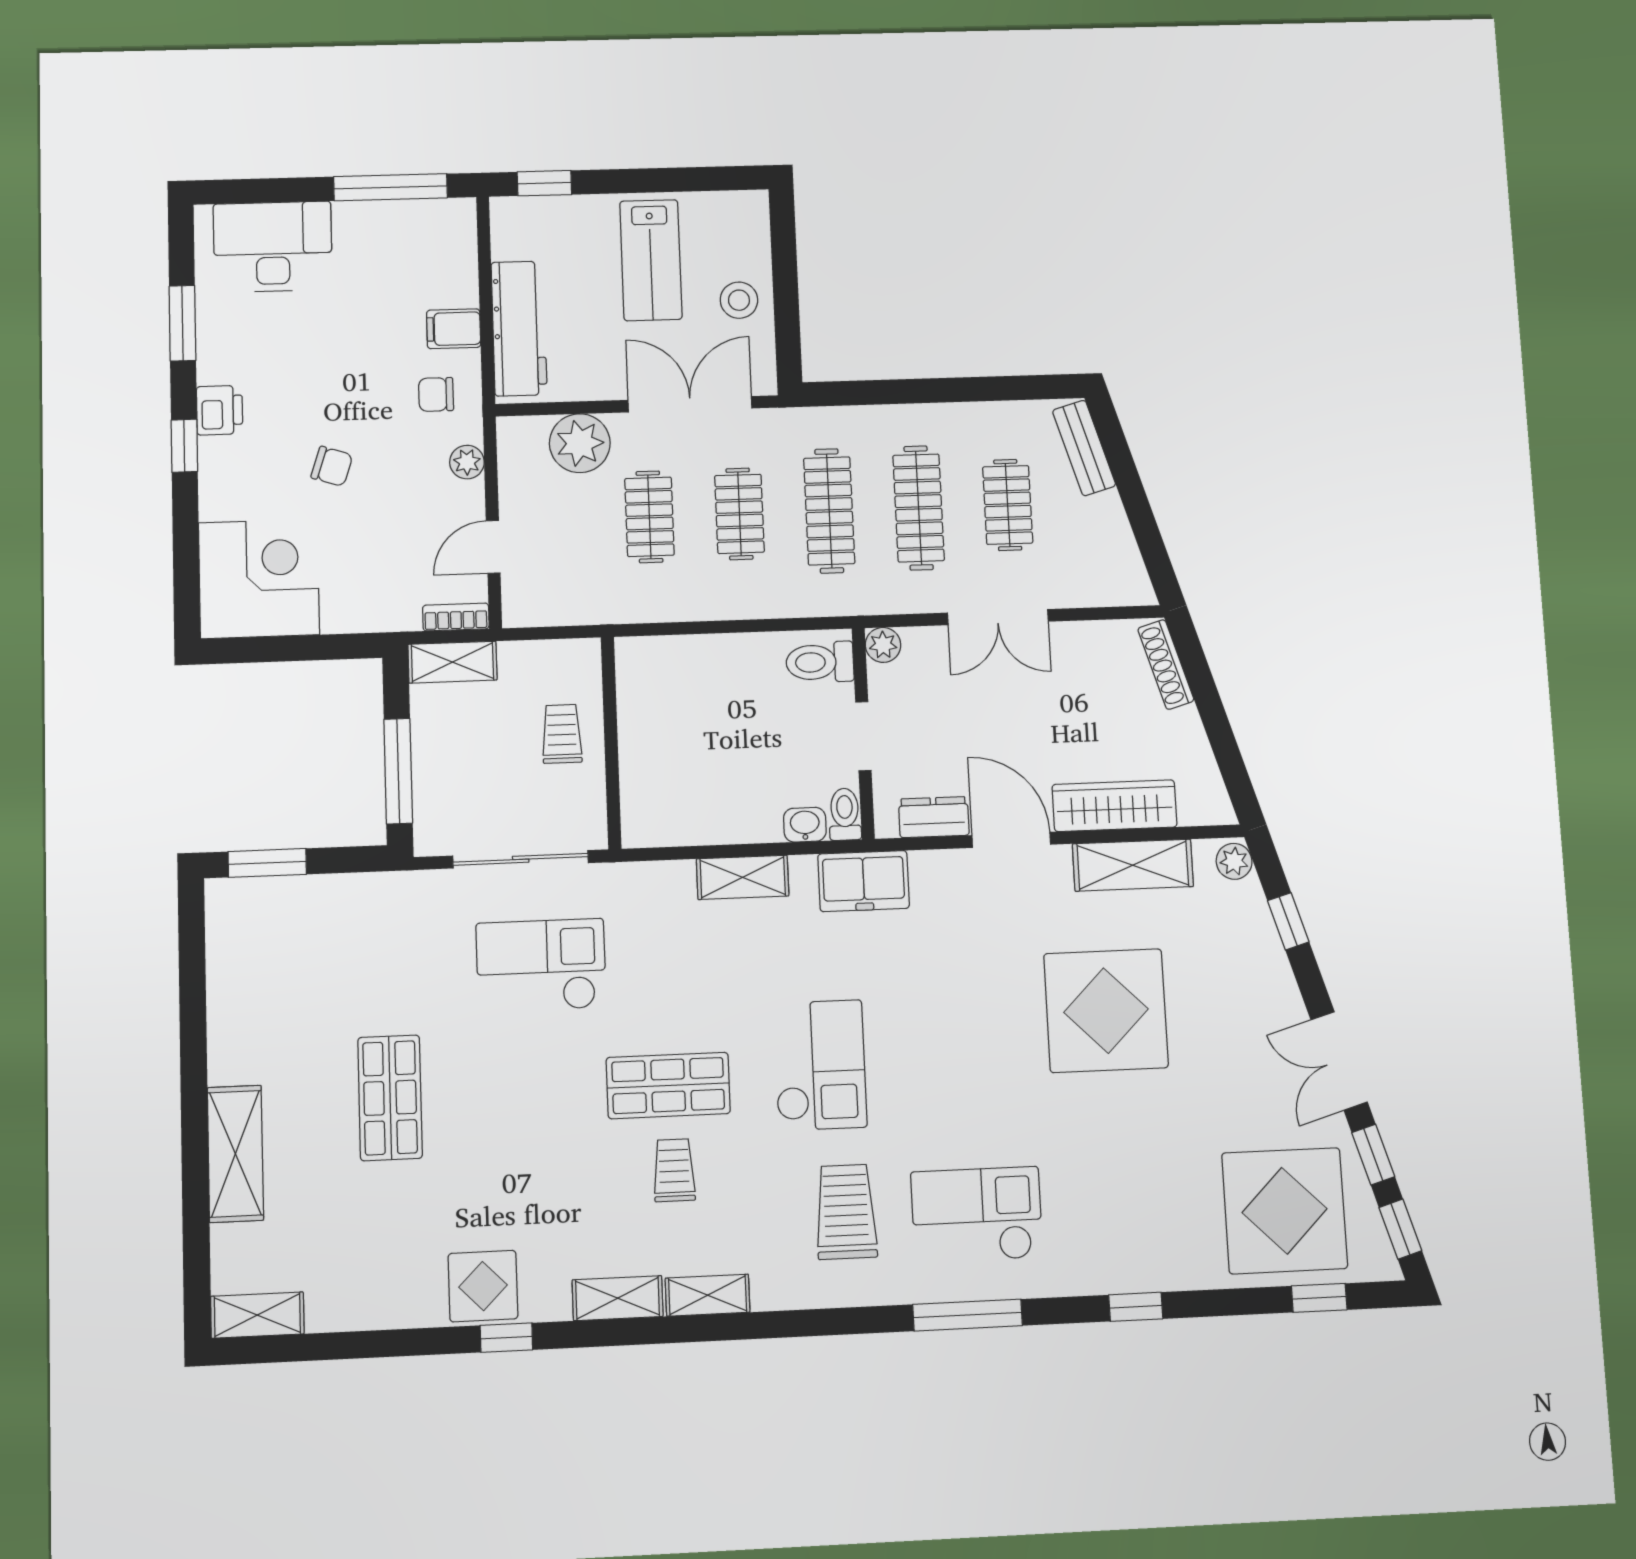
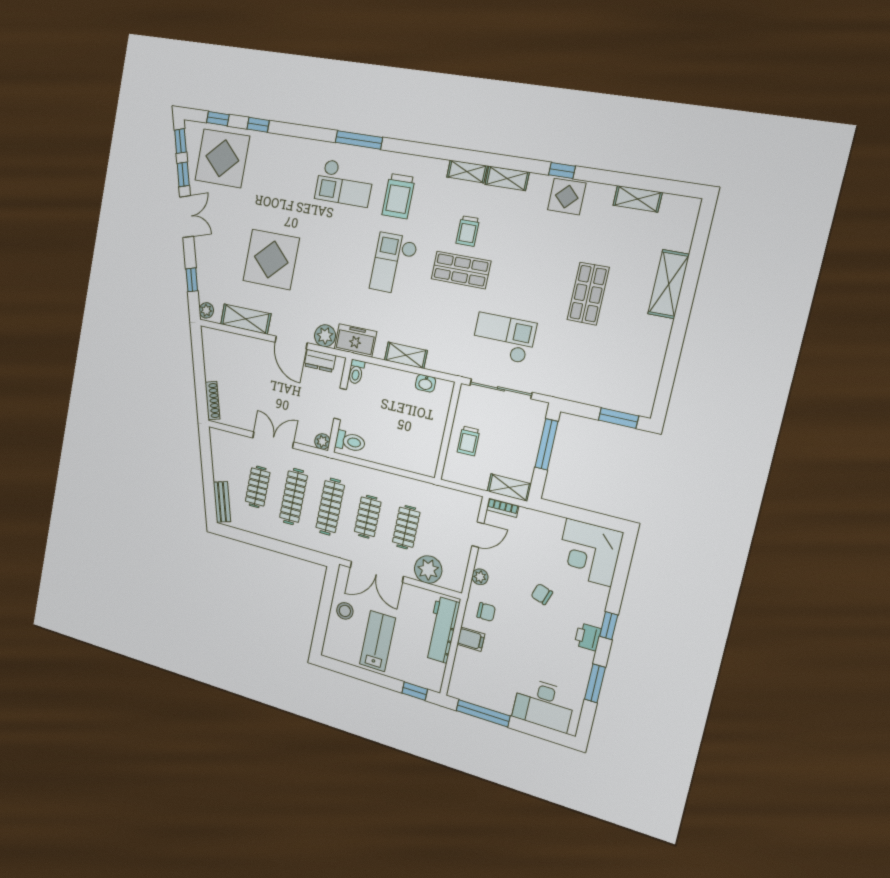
wardrobe: (1115, 806) -> (247, 346), removed
washbasin: (805, 825) -> (425, 383), moved
plant: (936, 874) -> (325, 336), added
checkout: (541, 965) -> (504, 338), turned 180
window: (1136, 1307) -> (258, 125), moved
shelving: (257, 1315) -> (637, 199), moved

